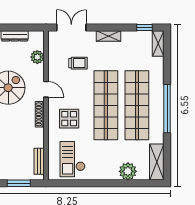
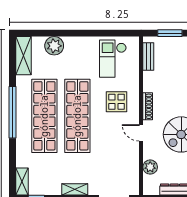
trolley: (78, 63) -> (107, 161), removed
checkout: (73, 159) -> (113, 59), turned 180

